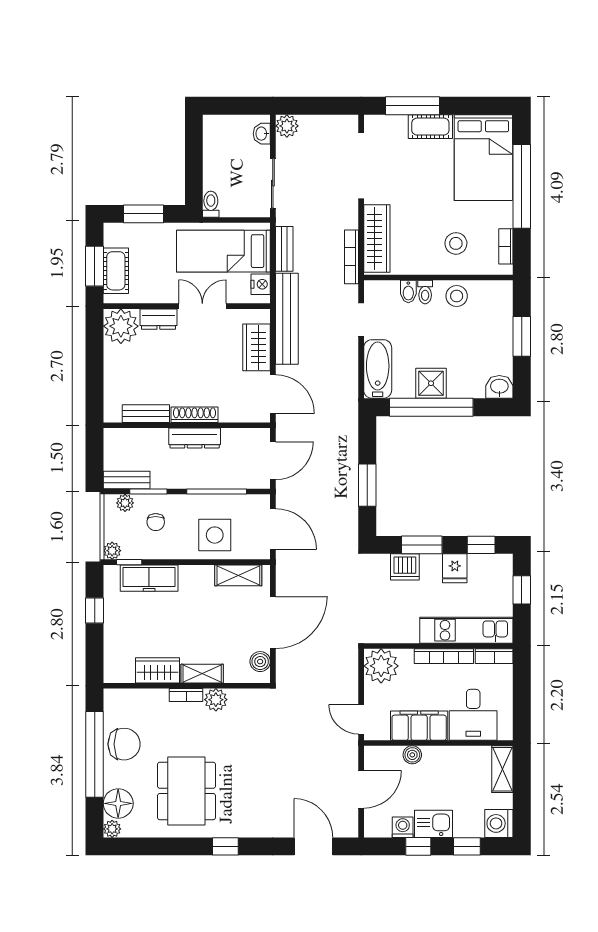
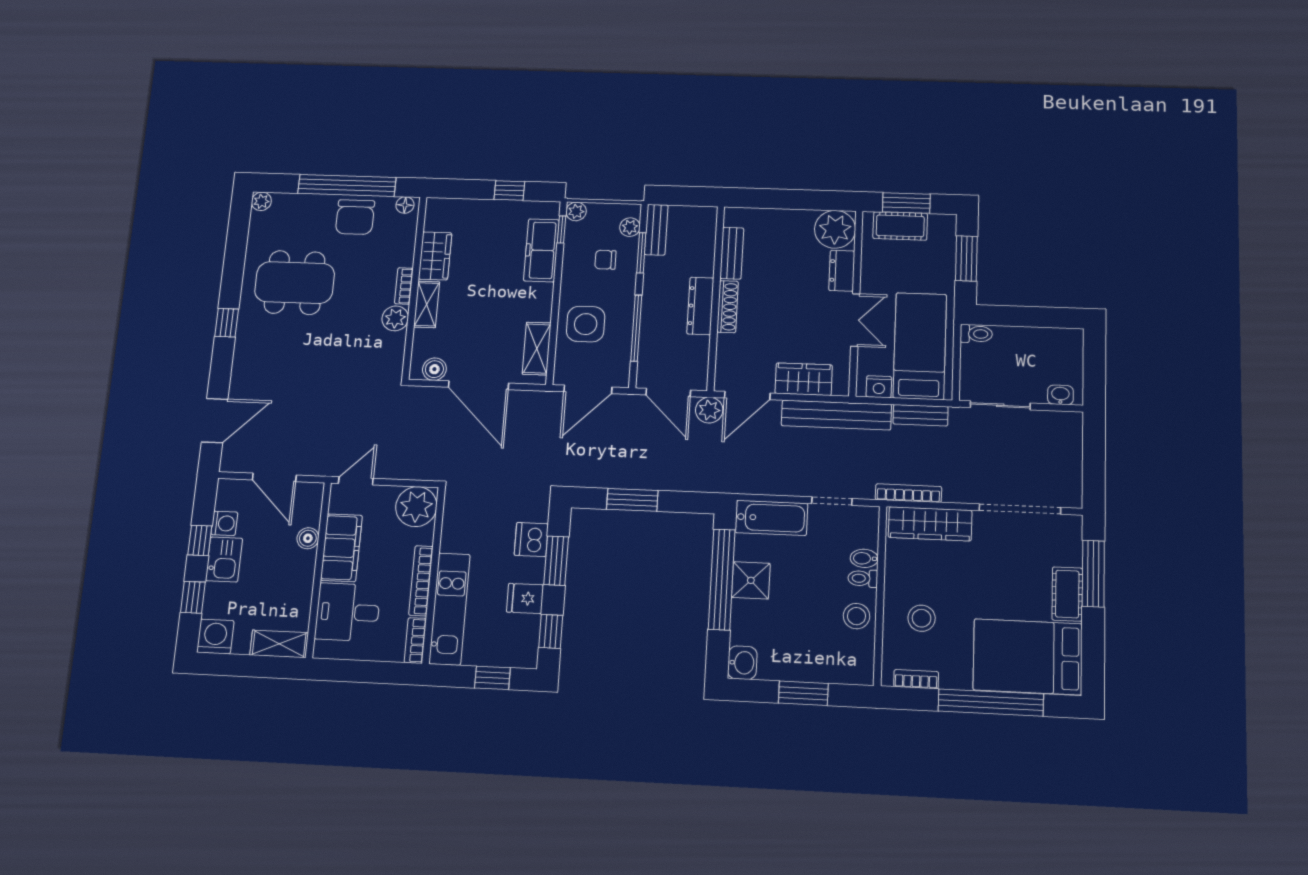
plant: (287, 126) -> (709, 410), moved
floor lamp: (118, 803) -> (405, 205), moved, width x0.53, depth x0.53

